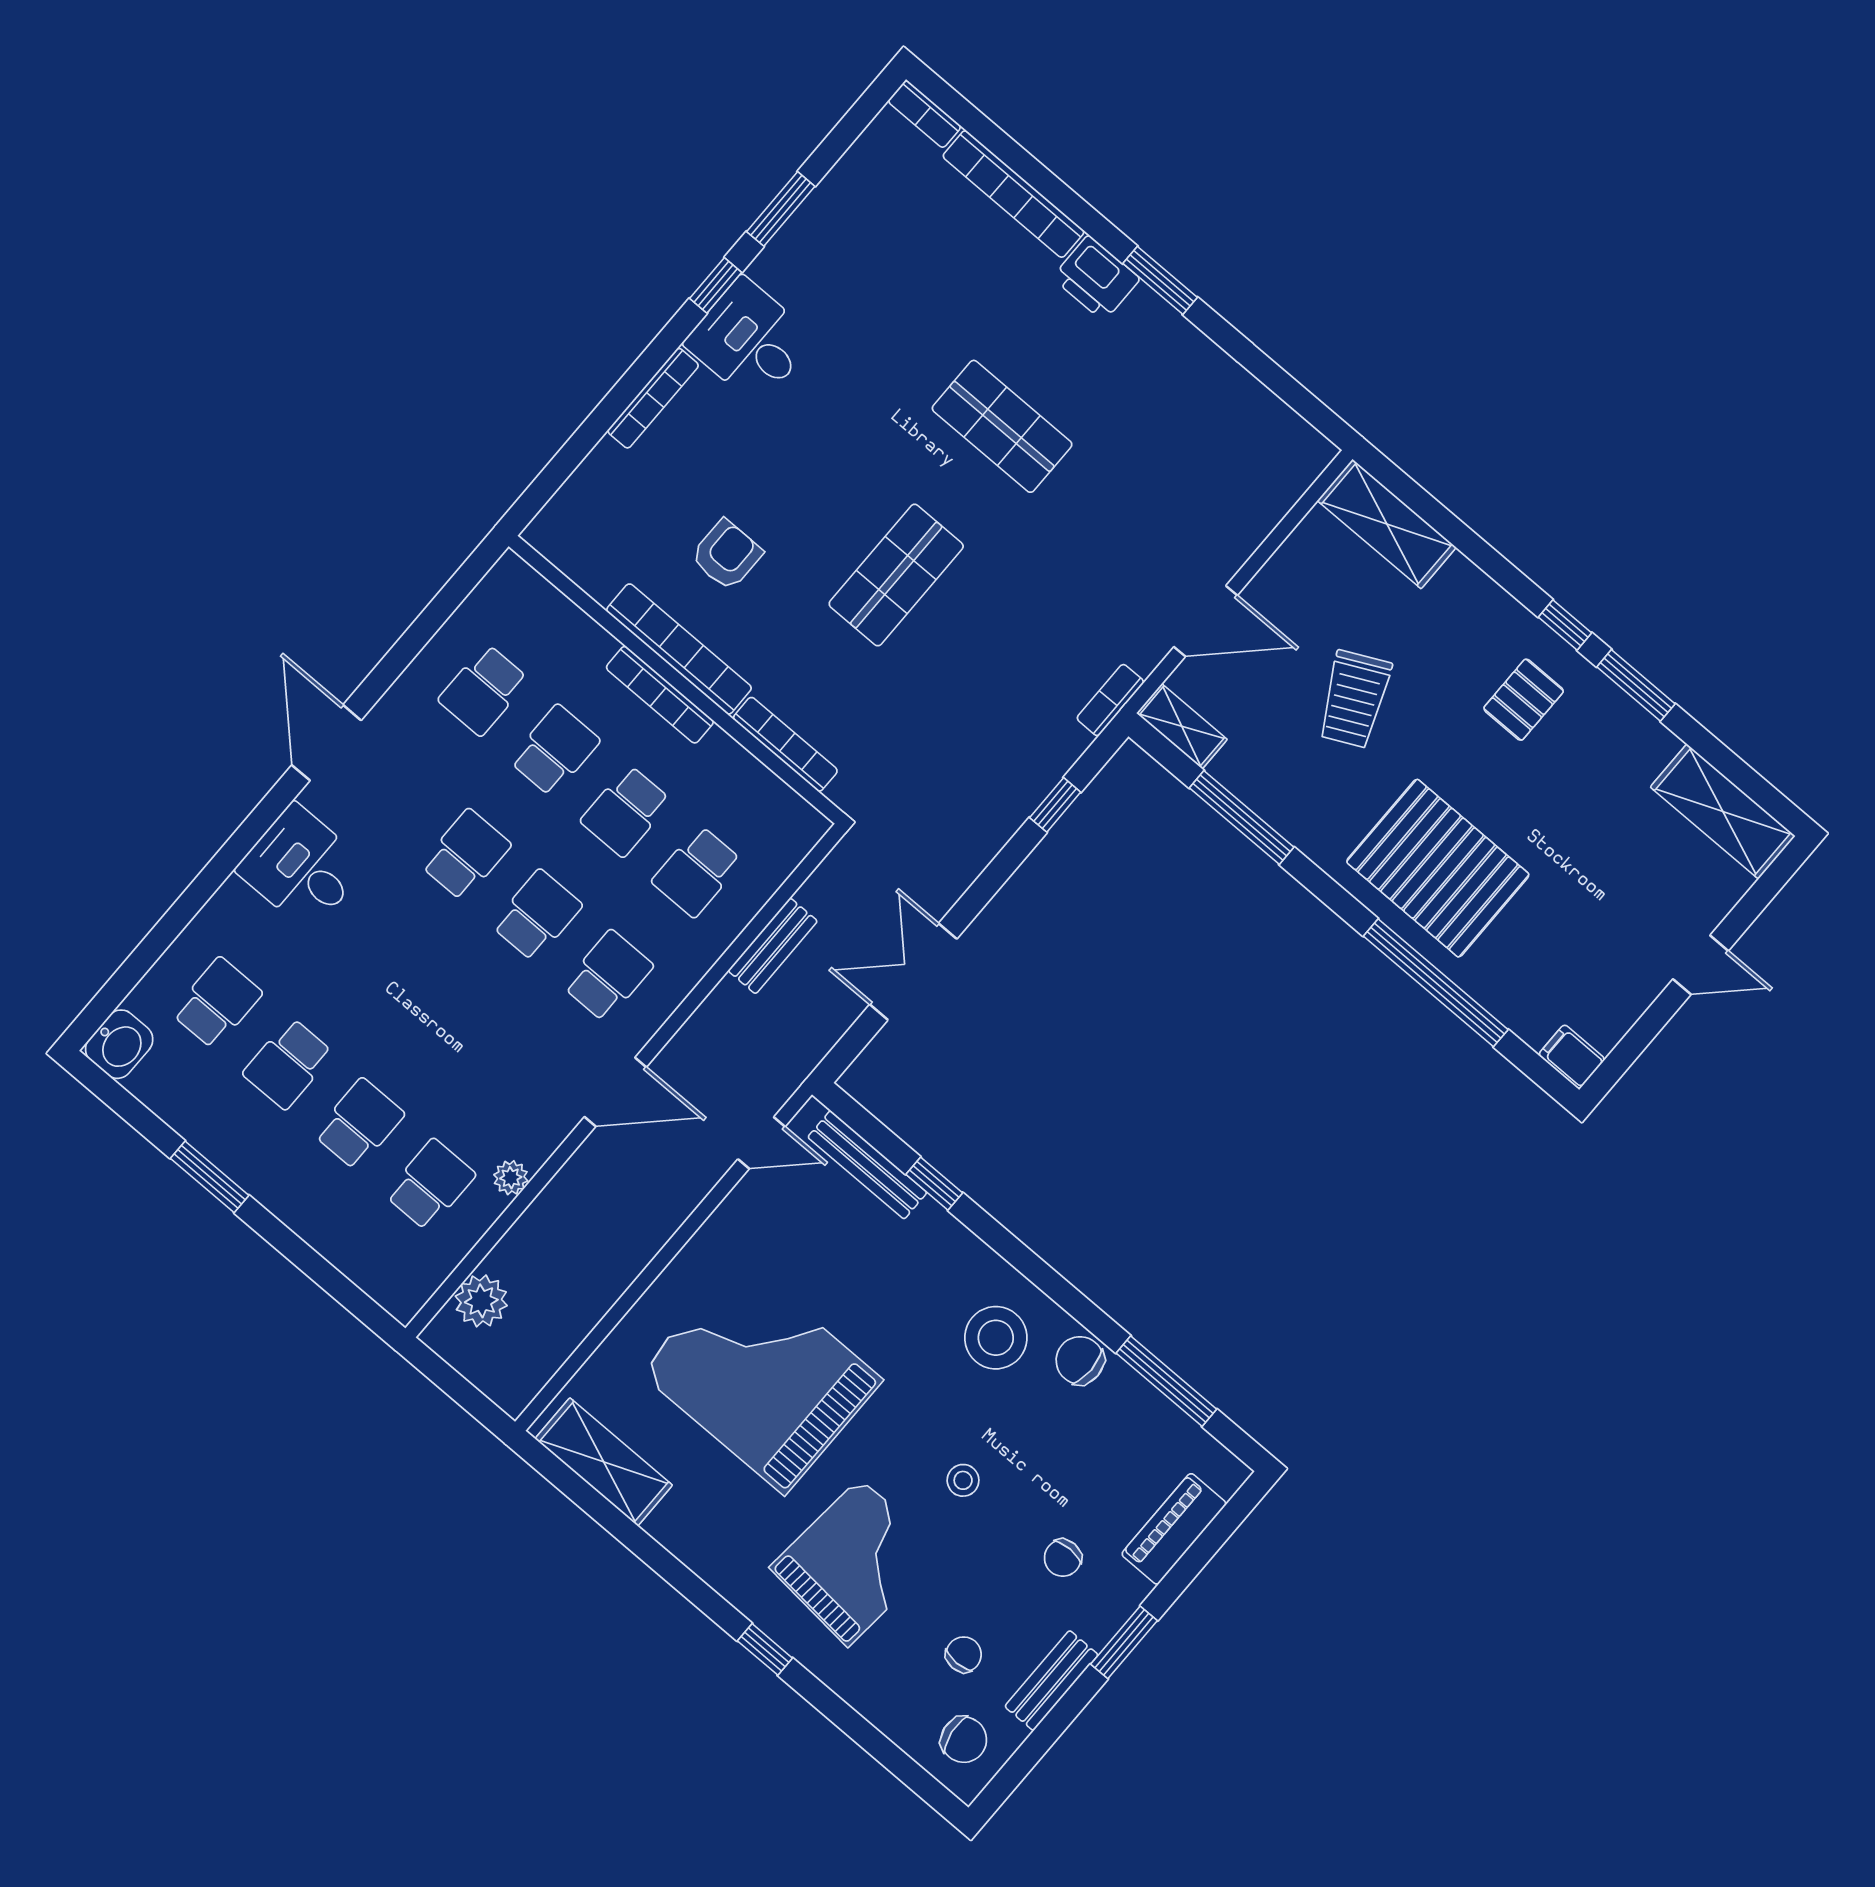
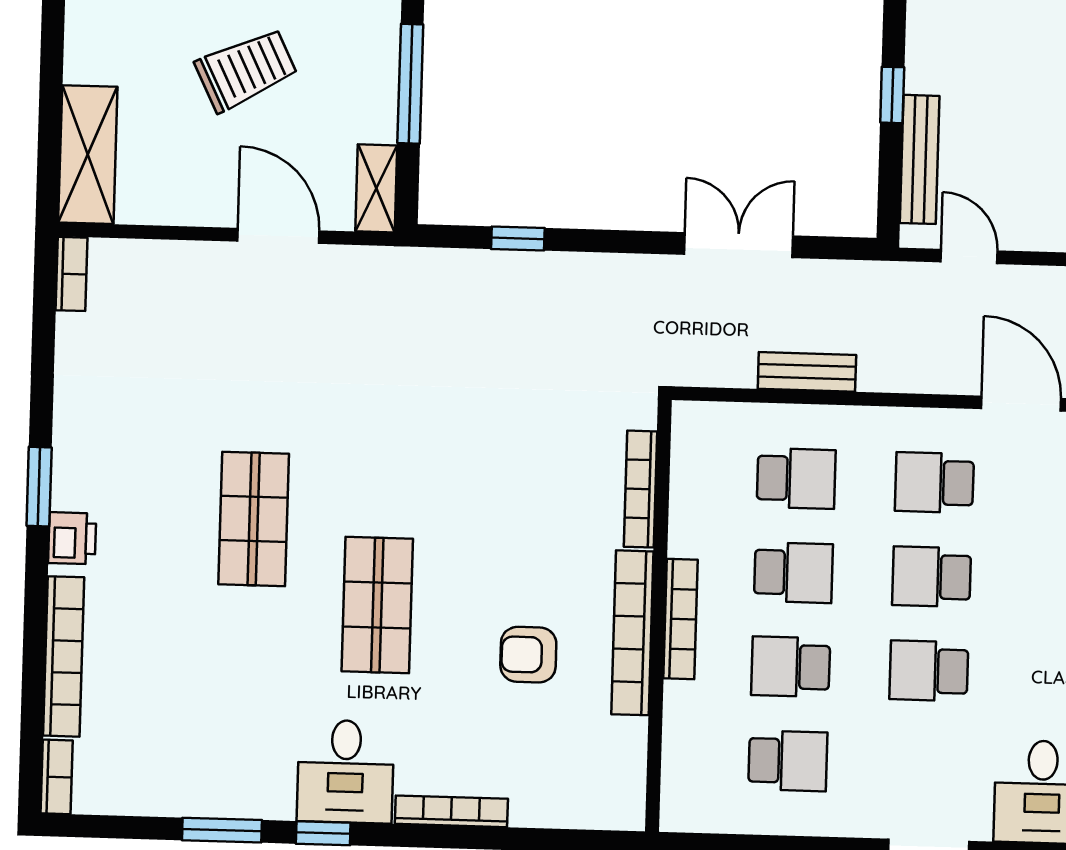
printer: (1096, 278) -> (72, 538), width x0.73, depth x0.81
shop shelf: (896, 575) -> (377, 605), moved, turned 90
bookcase: (1110, 700) -> (71, 274), moved, turned -90
double door: (913, 972) -> (739, 245), swing flipped

